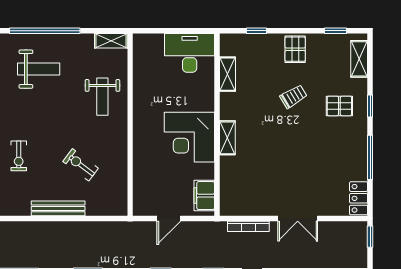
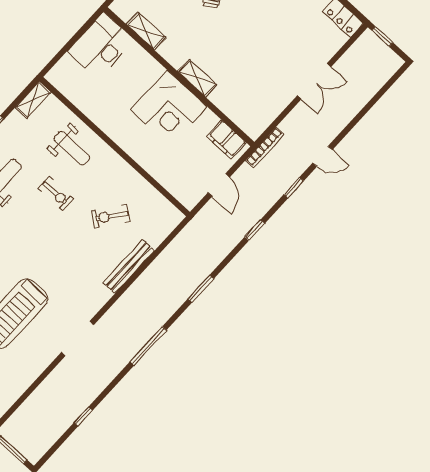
exercise bike: (19, 156) -> (56, 194), moved
bookcase: (248, 226) -> (265, 148), moved

